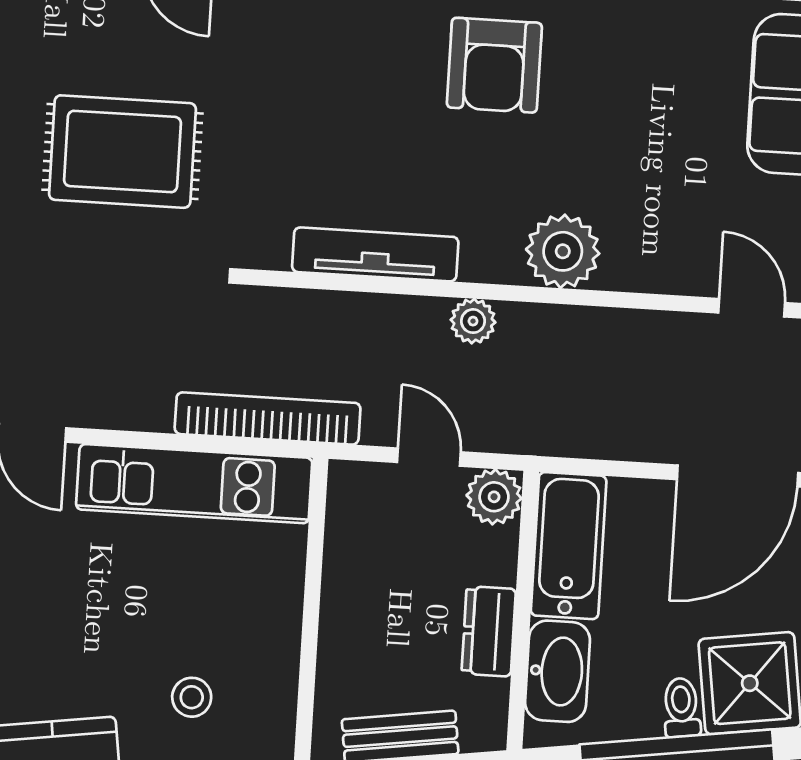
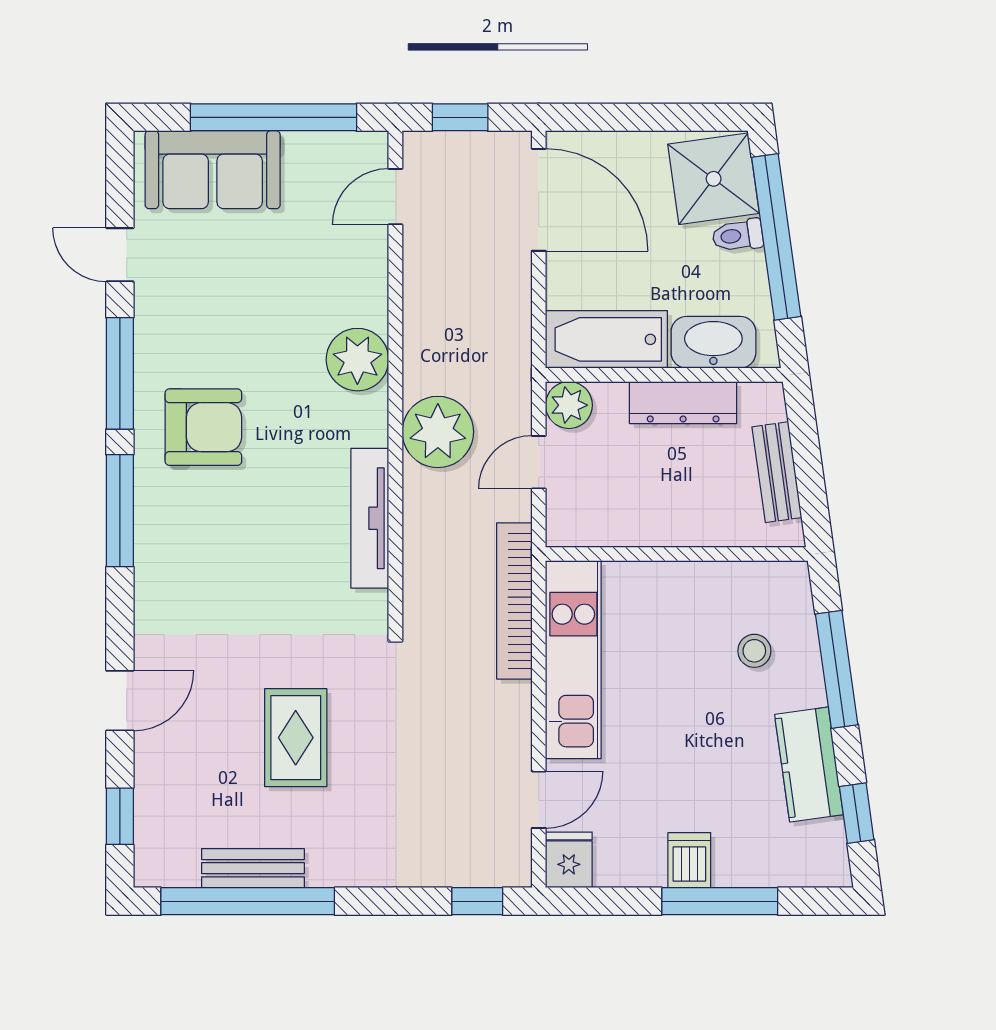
rug: (123, 152) -> (296, 738), width x0.73, depth x0.70
plant: (473, 321) -> (438, 432), width x1.87, depth x1.87
dresser: (489, 631) -> (683, 403), width x1.44

